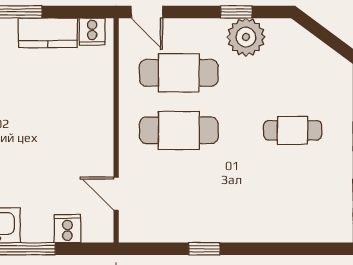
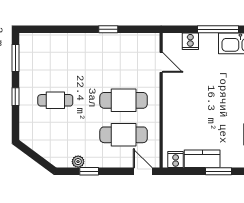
plant: (246, 37) -> (78, 162), width x0.53, depth x0.53

